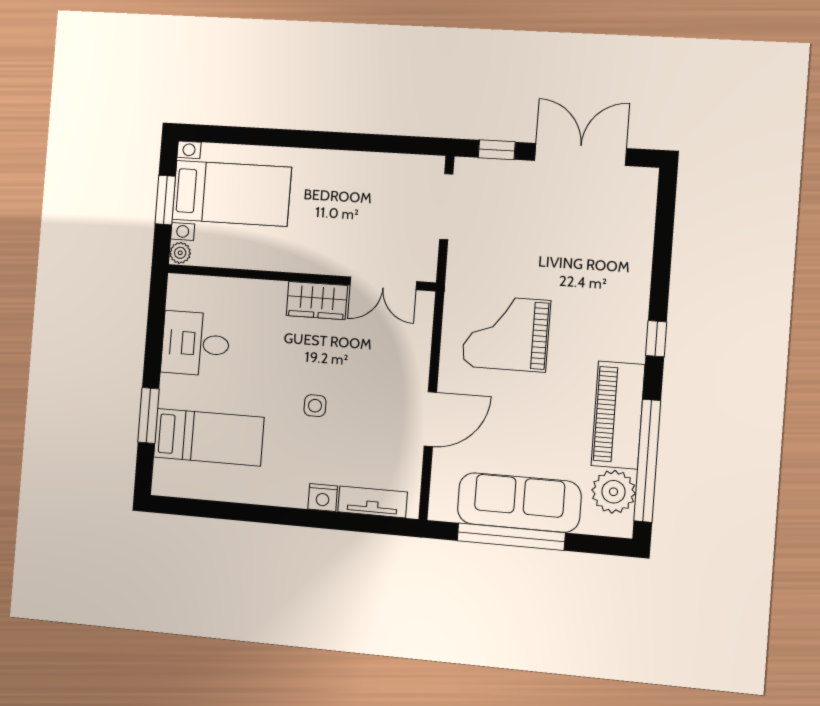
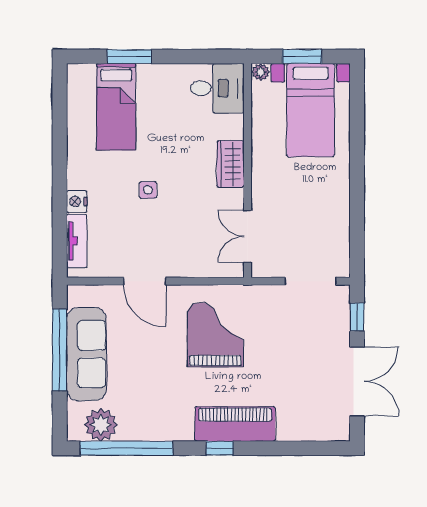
wardrobe: (317, 300) -> (230, 164), moved
desk: (195, 344) -> (217, 88), moved, turned 90
piano: (618, 415) -> (235, 424), moved

